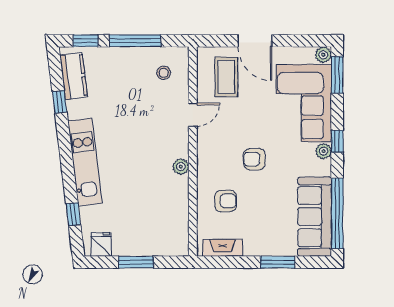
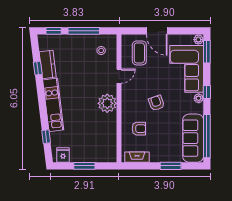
kitchen counter: (74, 76) -> (48, 64), moved
armchair: (254, 159) -> (156, 103), turned 71
plant: (181, 167) -> (107, 103), width x1.88, depth x1.88

